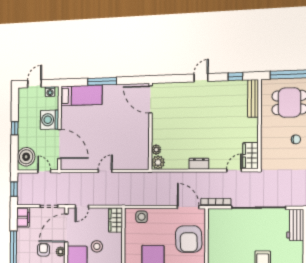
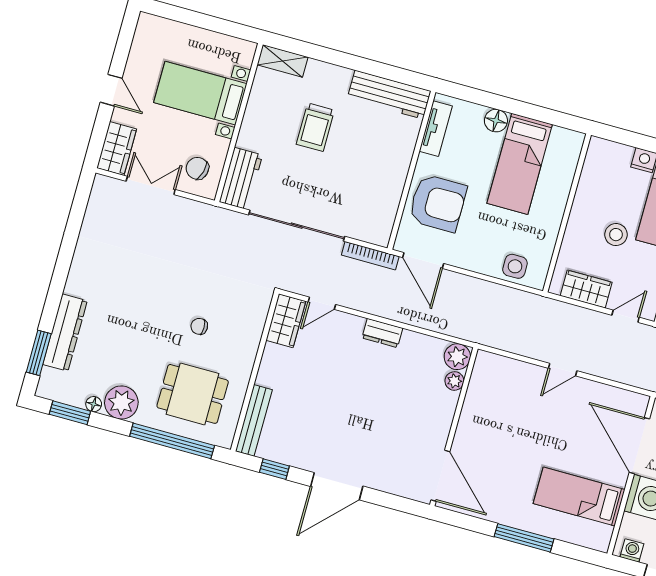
door: (201, 78) -> (337, 486), width x1.88
bed: (81, 95) -> (579, 497), moved
wardrobe: (116, 220) -> (586, 289), moved, turned -90
armchair: (189, 239) -> (438, 203), turned 92

